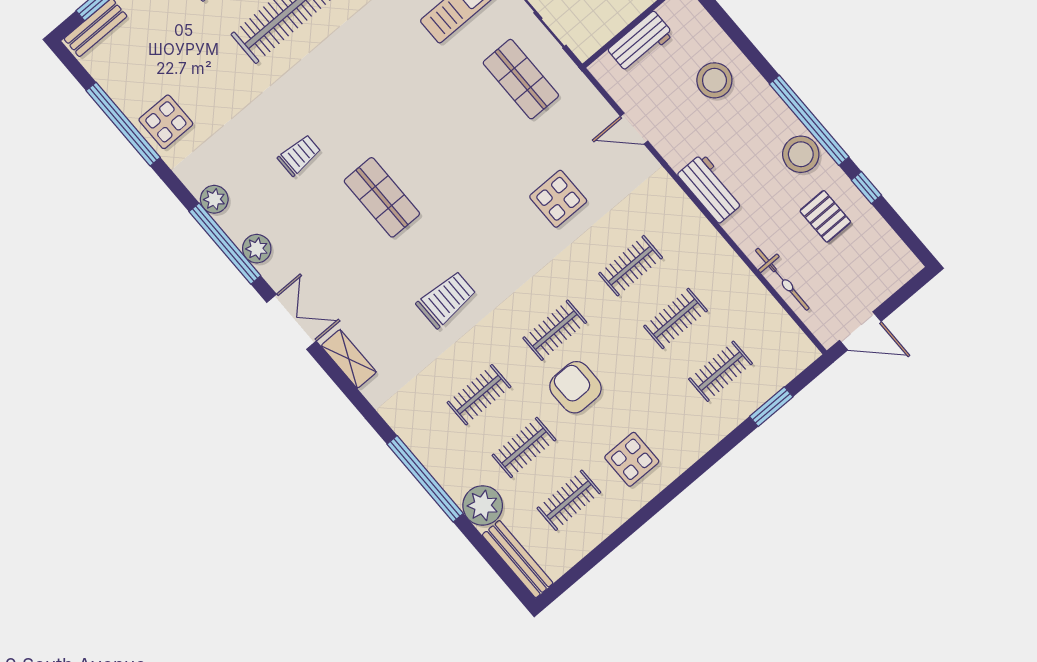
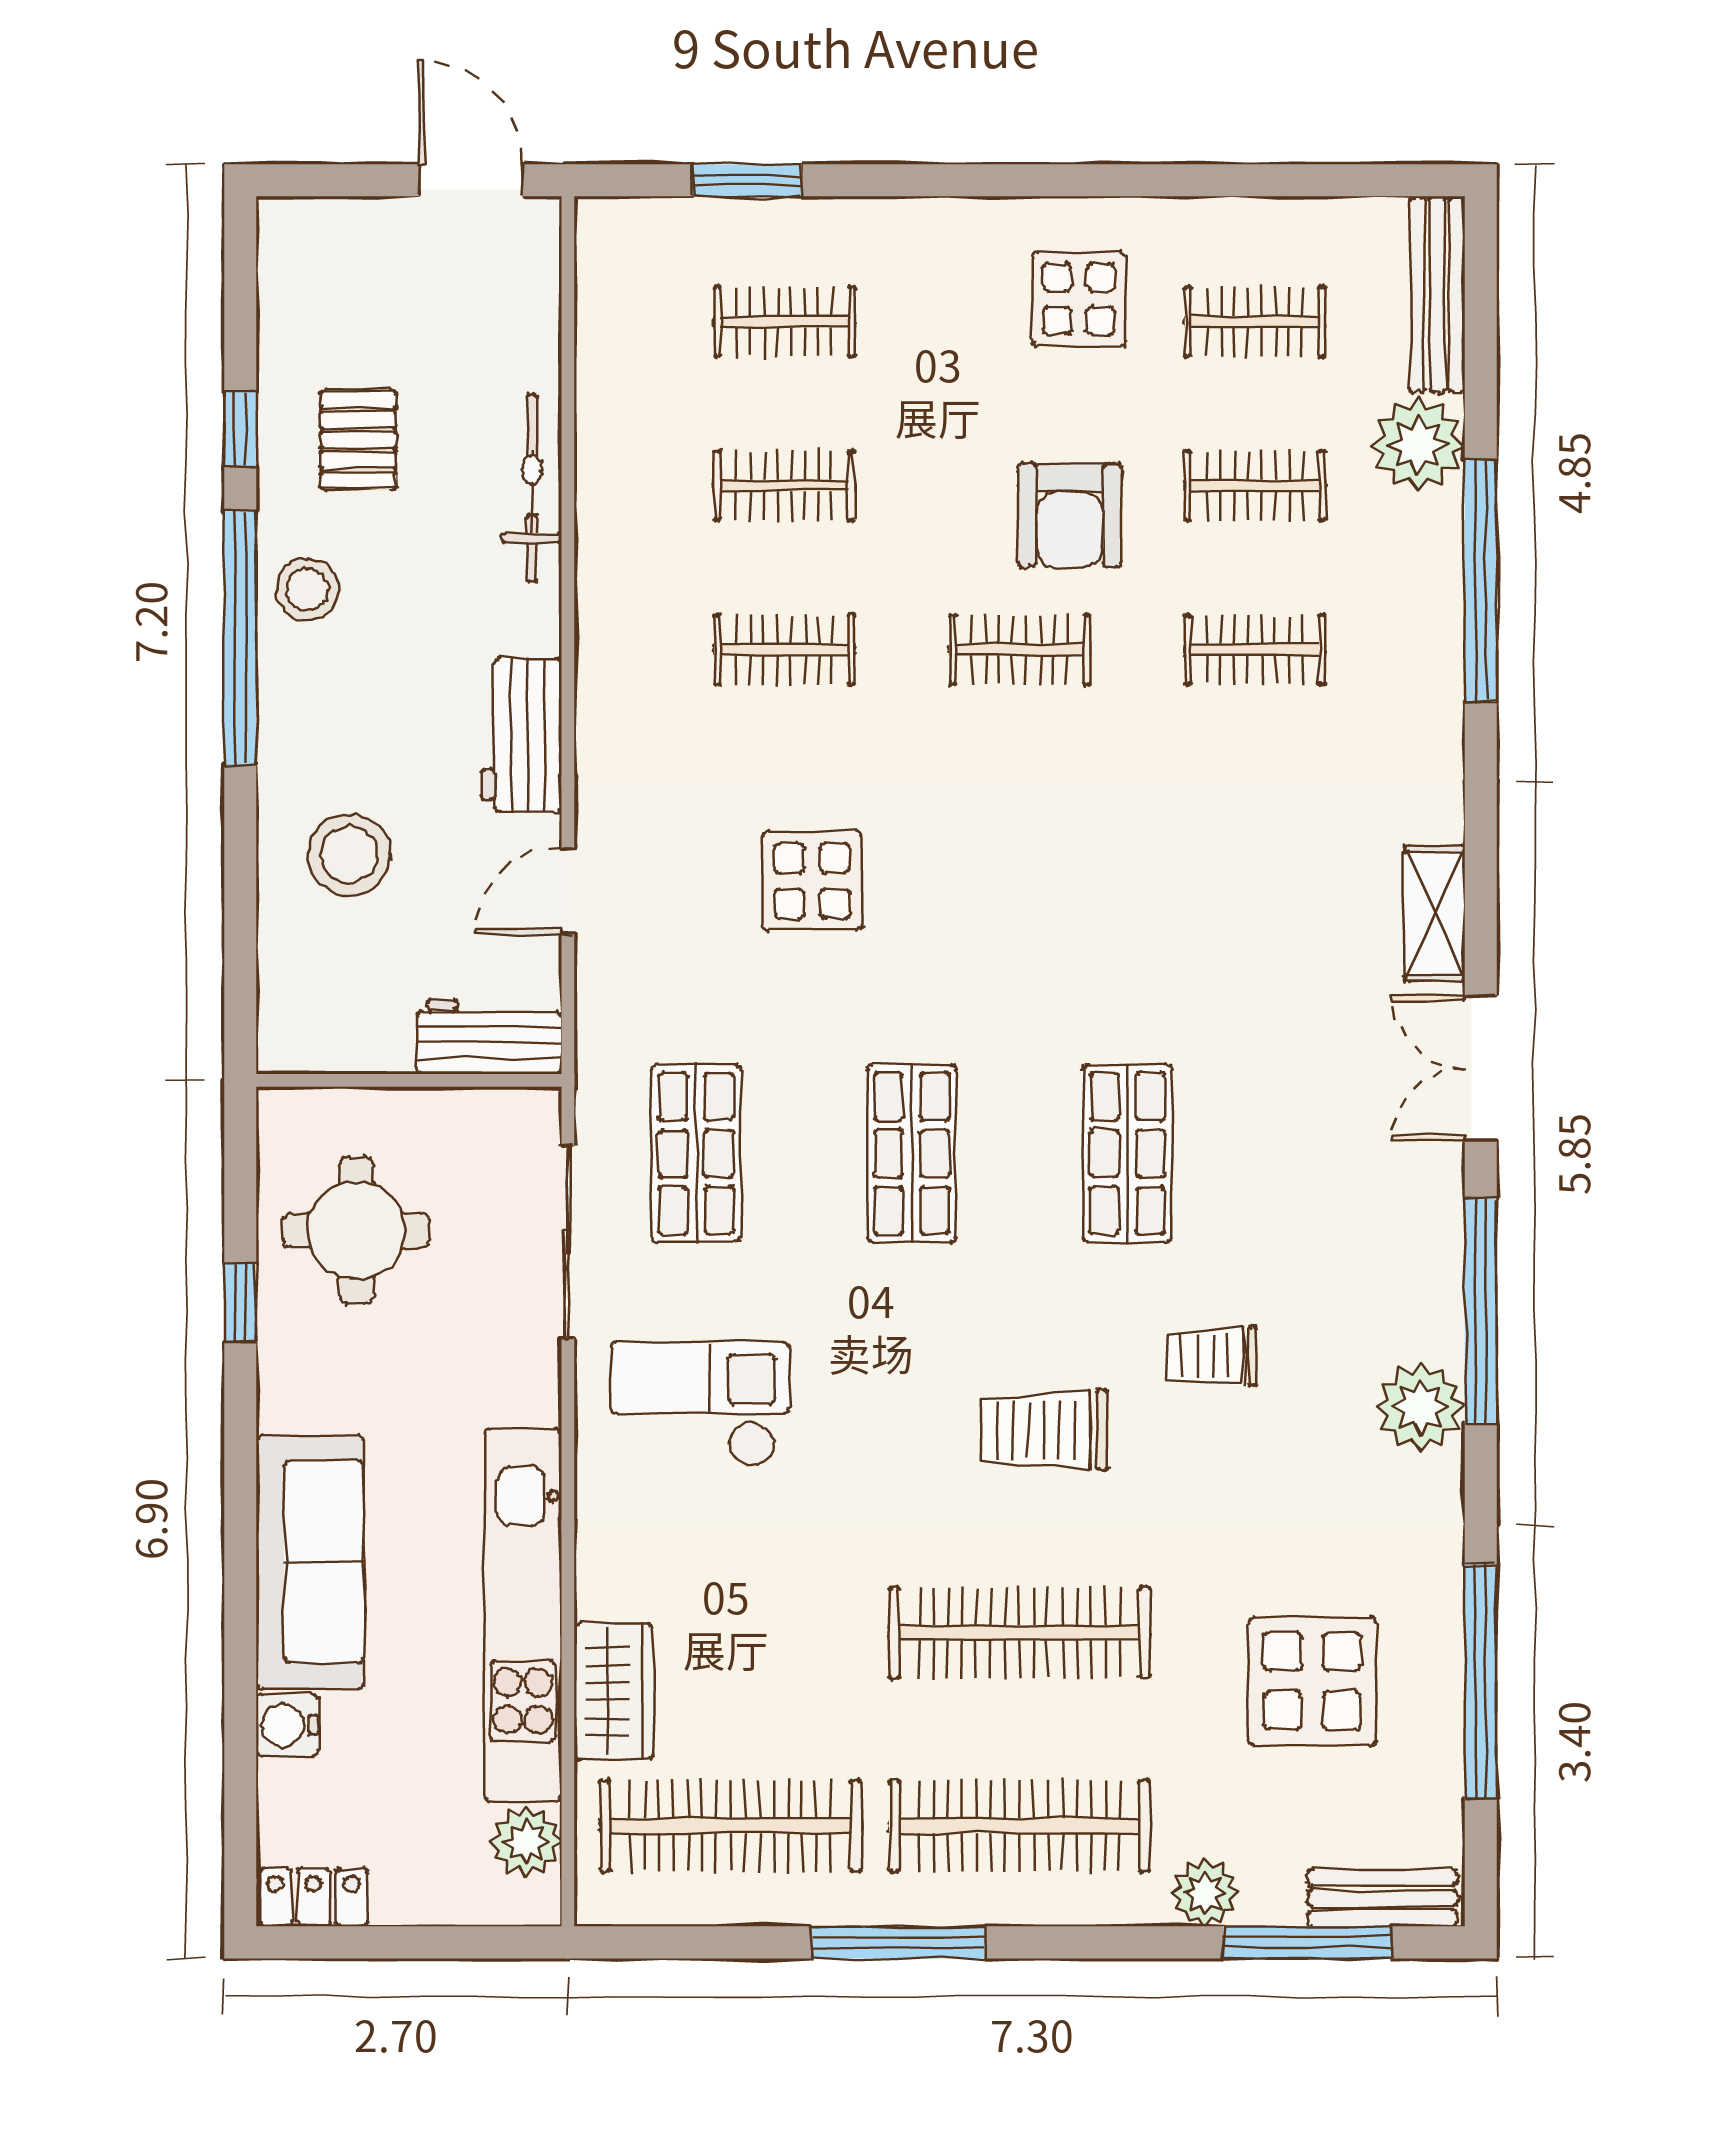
workbench: (641, 42) -> (489, 1037), moved
display table: (166, 122) -> (1312, 1681), moved, width x1.36, depth x1.36
door: (634, 129) -> (568, 891), swing flipped
shop shelf: (451, 138) -> (912, 1154), added
stool: (801, 154) -> (307, 589), width x0.73, depth x0.73
workbench: (711, 188) -> (522, 735), moved
plant: (214, 199) -> (1420, 1407), width x1.36, depth x1.36
plant: (257, 249) -> (1431, 1253), removed
bicycle: (782, 279) -> (532, 488), moved
trolley: (446, 299) -> (1044, 1430), moved

